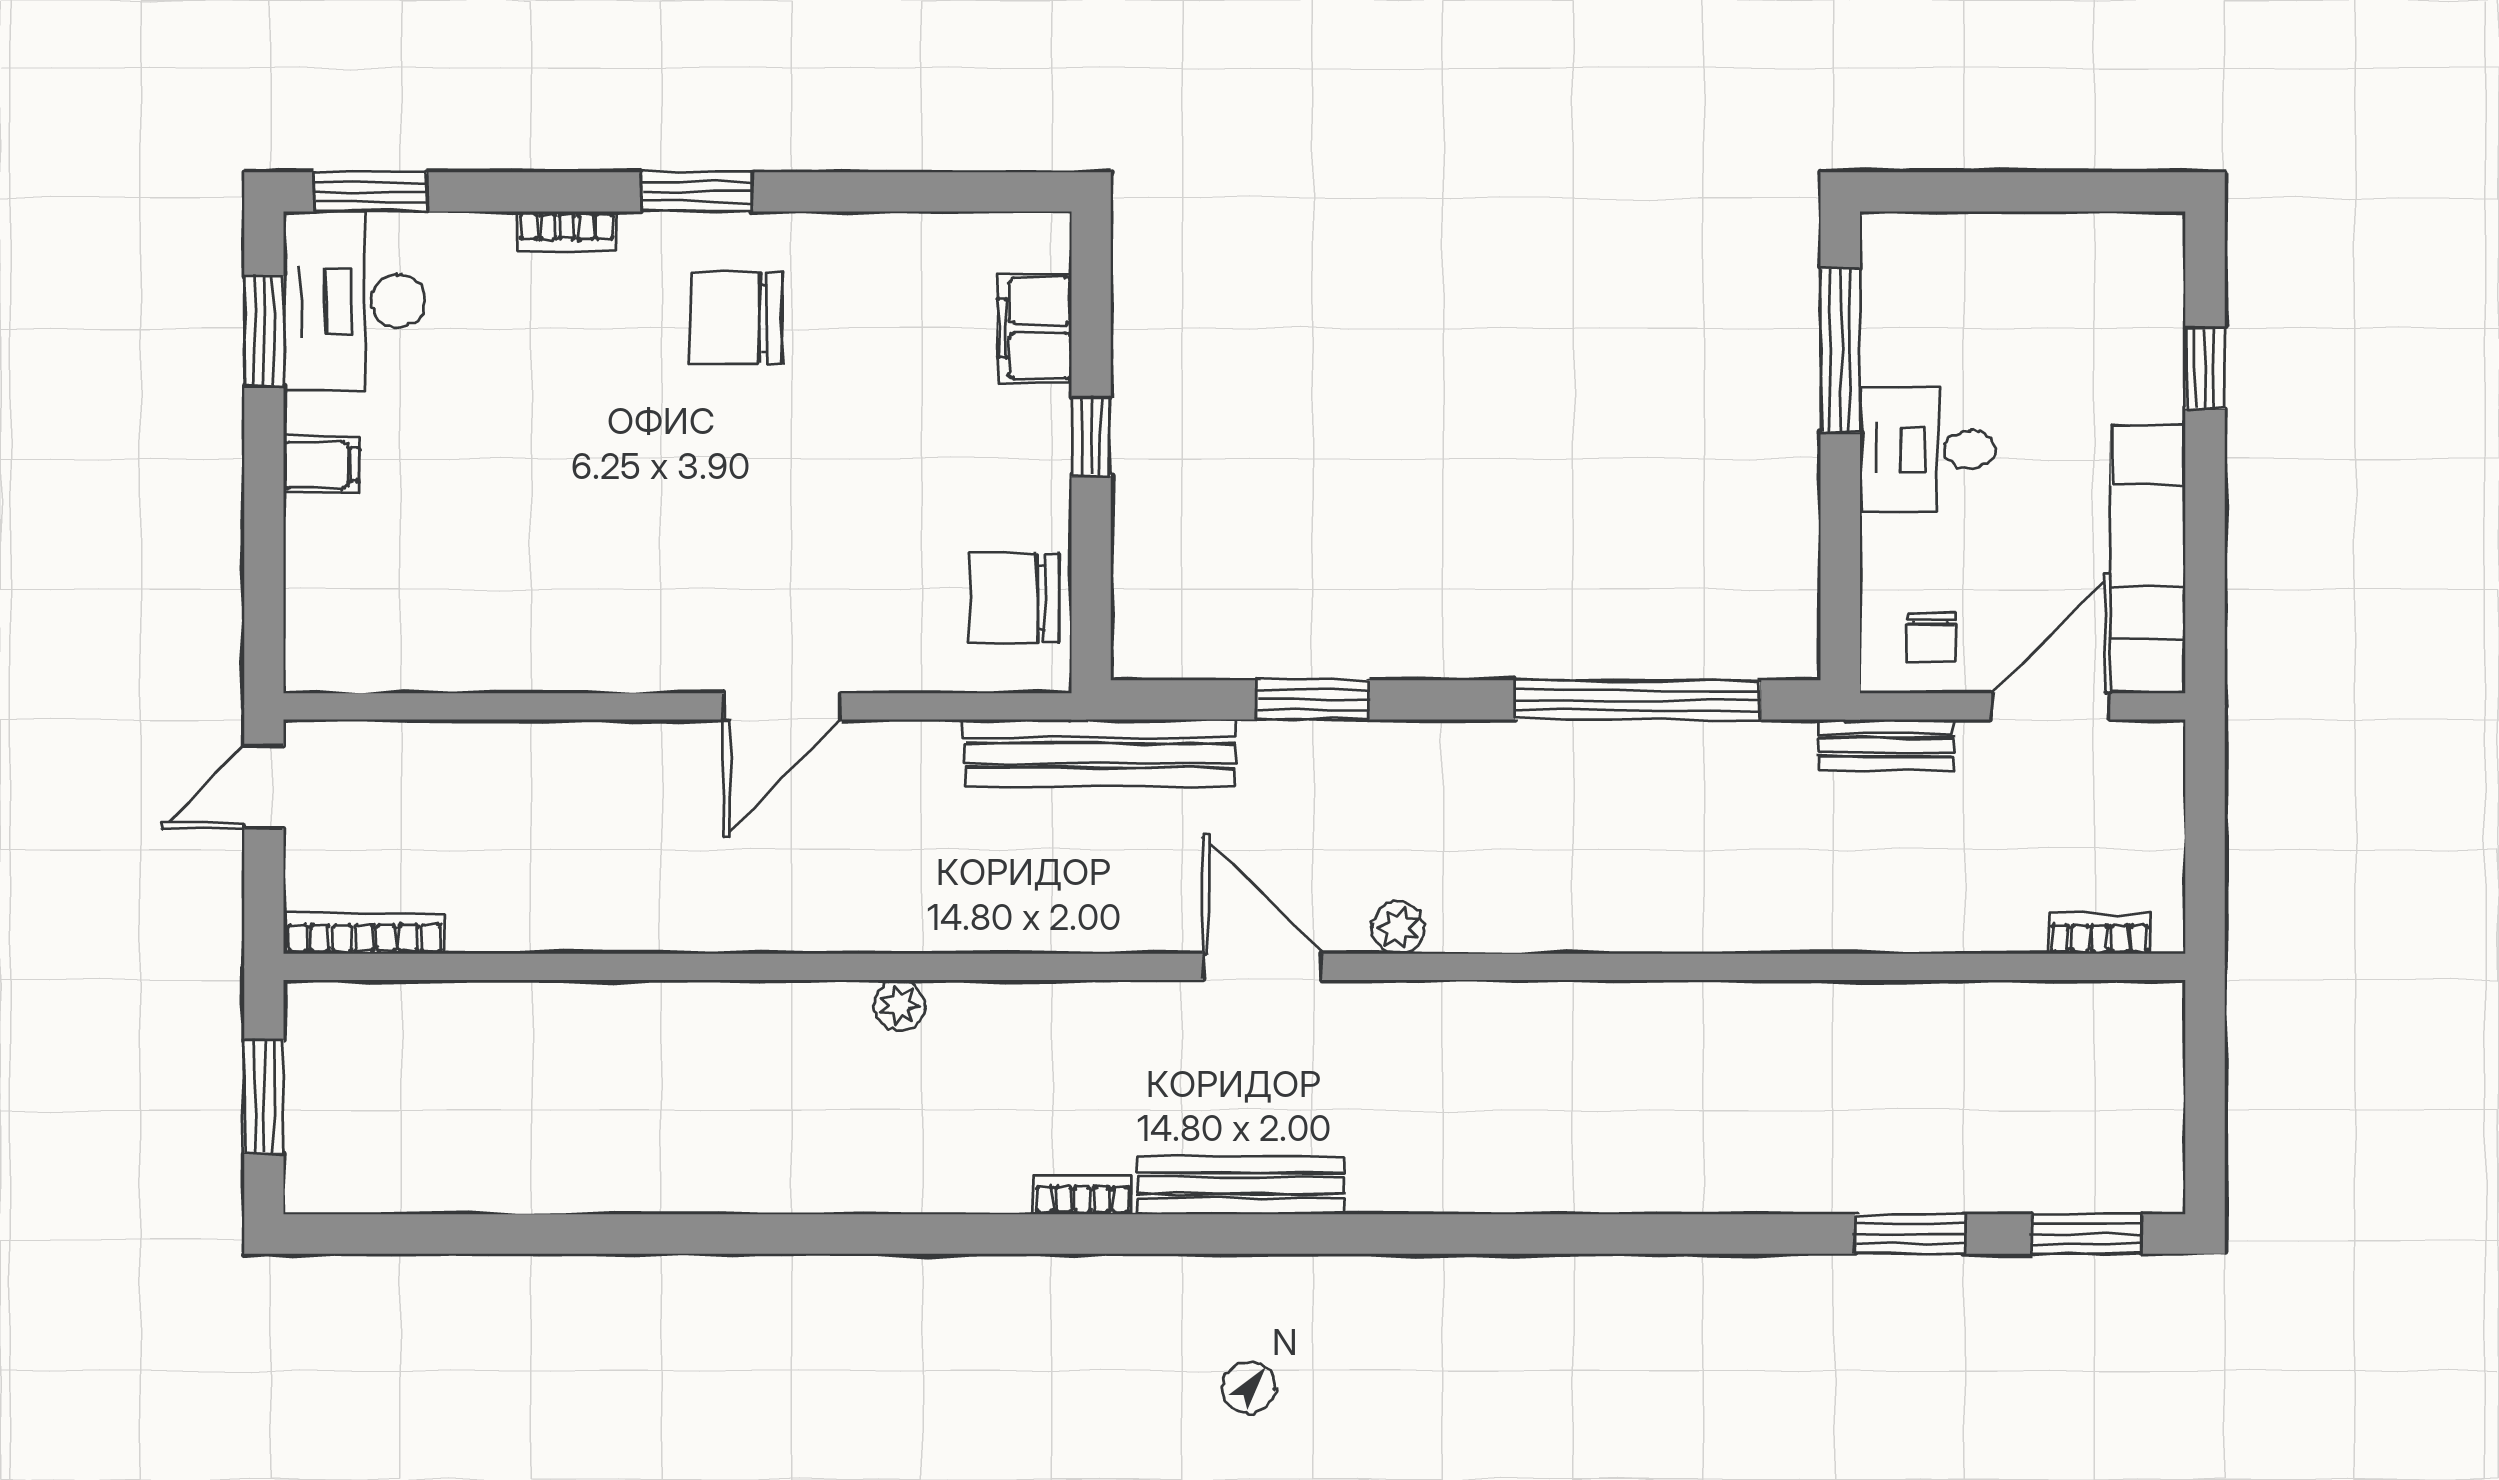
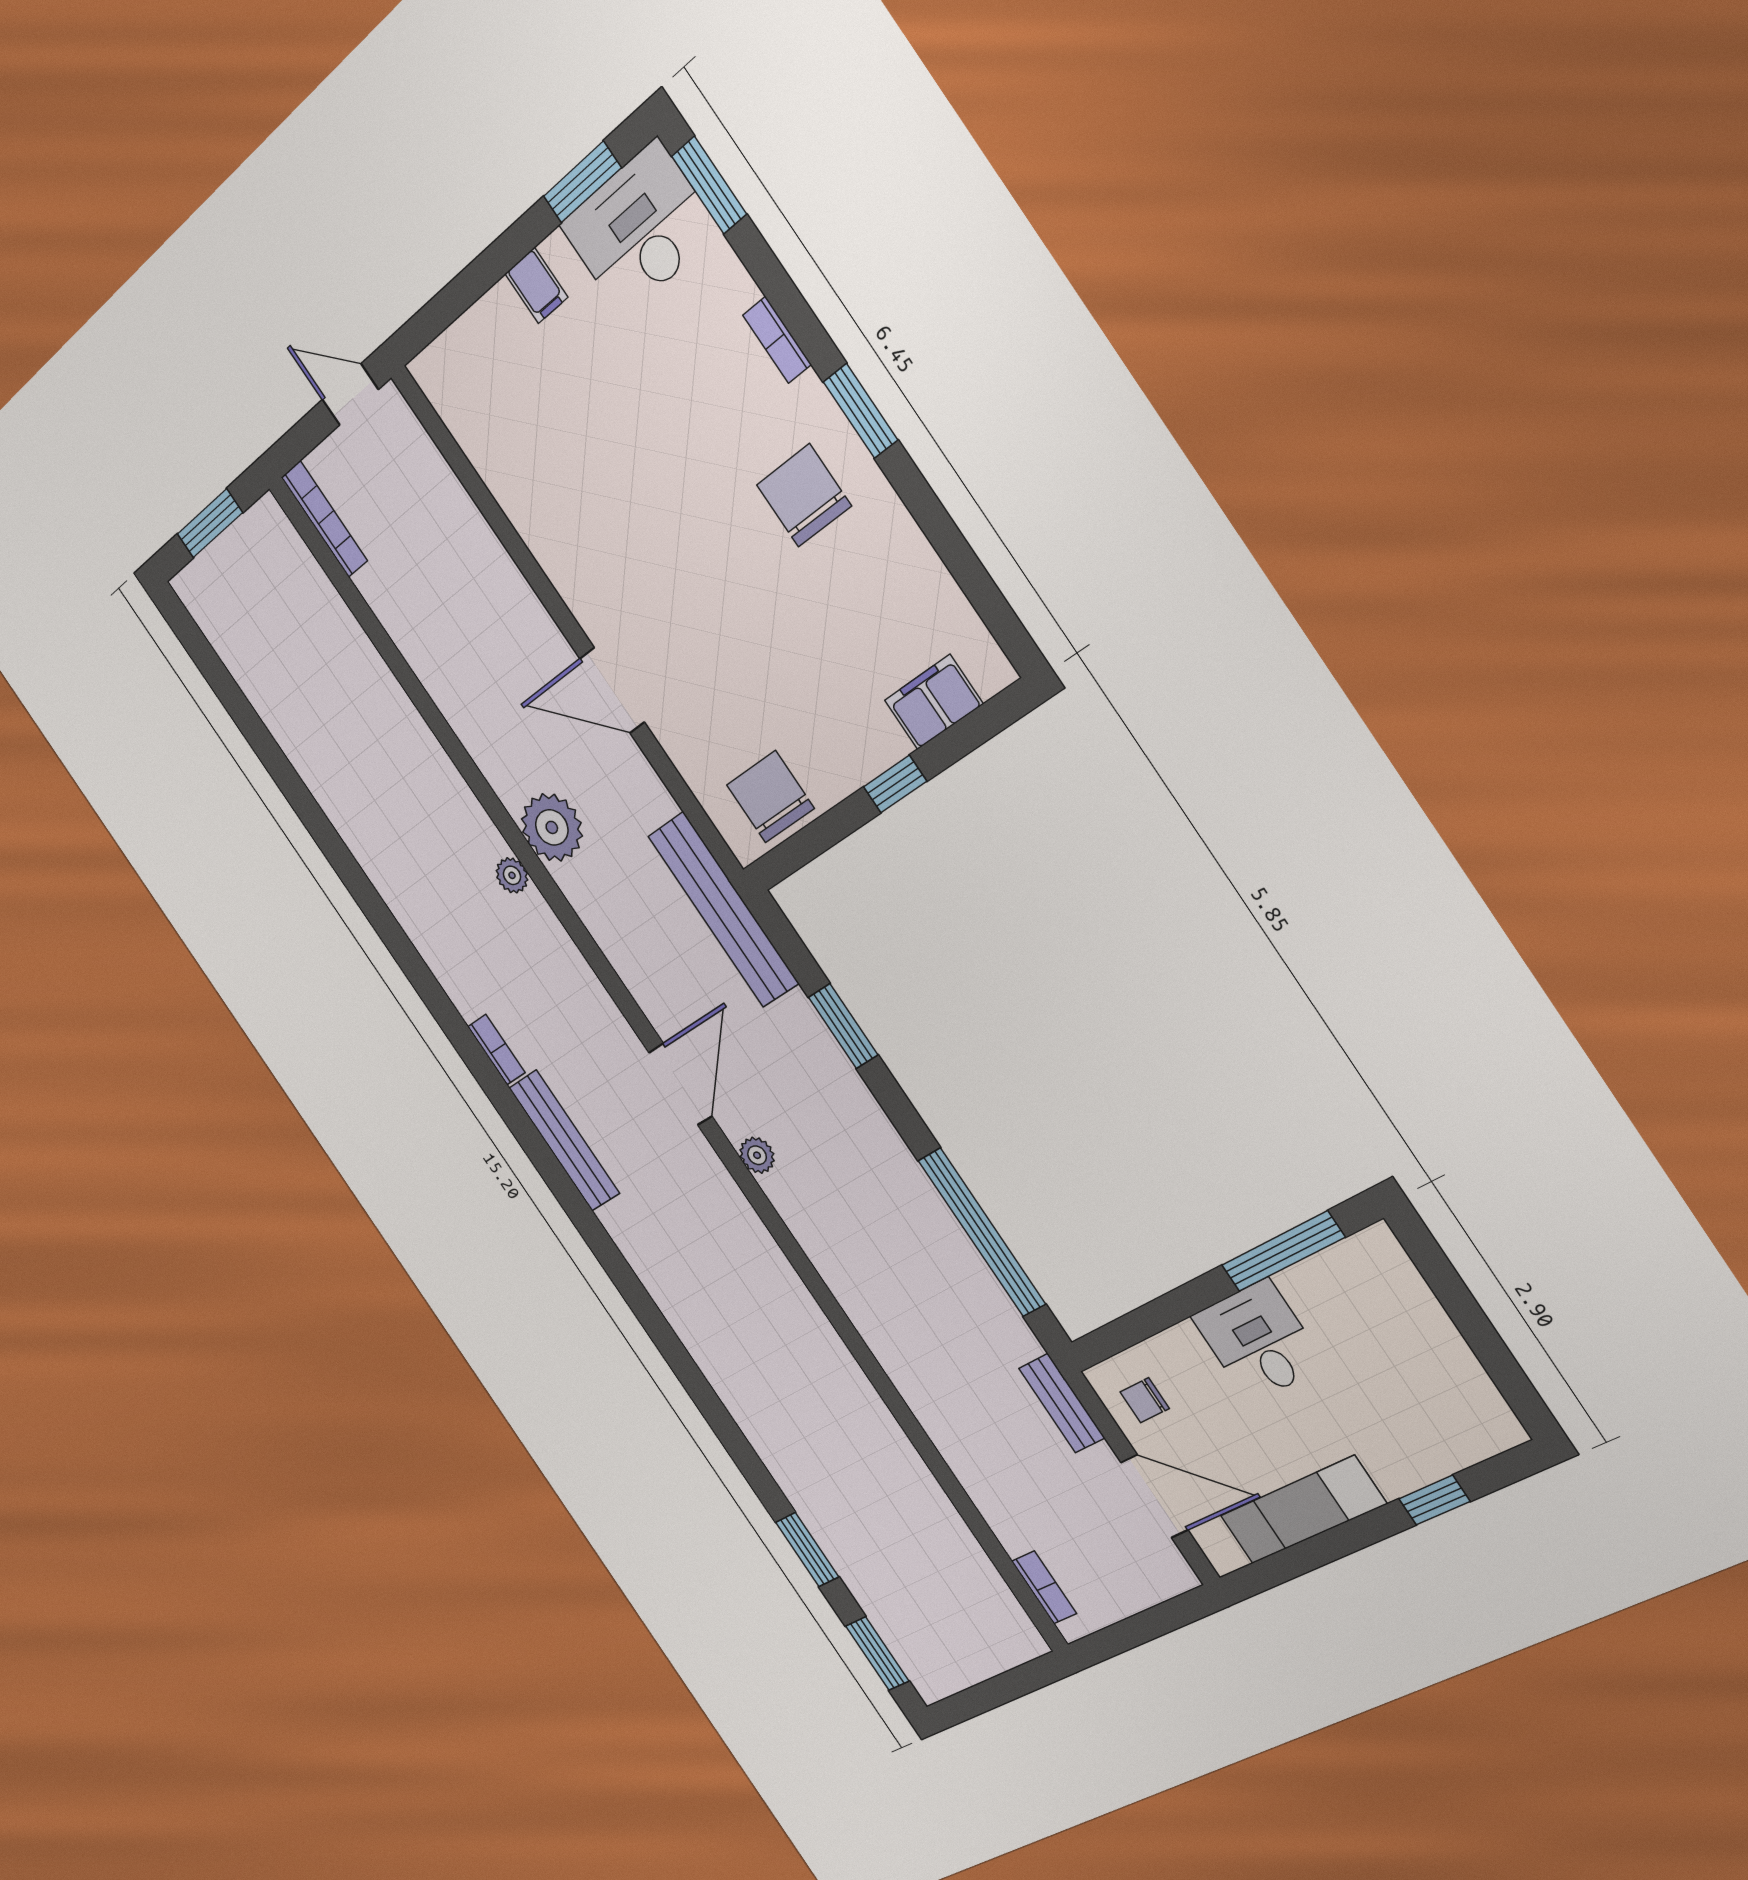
plant: (879, 907) -> (552, 827), added

